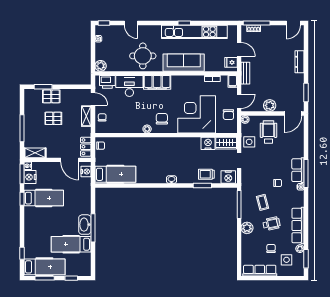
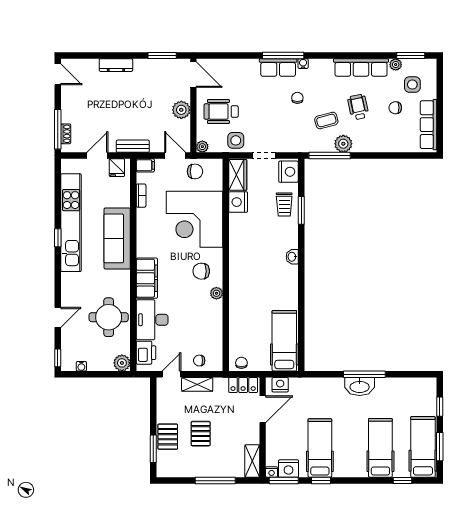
round table: (143, 56) -> (109, 317), moved
plant: (247, 228) -> (343, 144), moved
hospital bed: (71, 244) -> (380, 448), moved, turned 180

